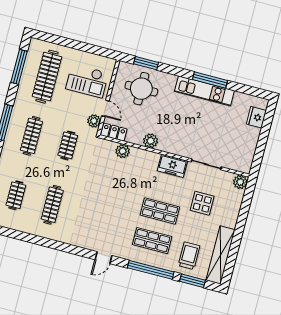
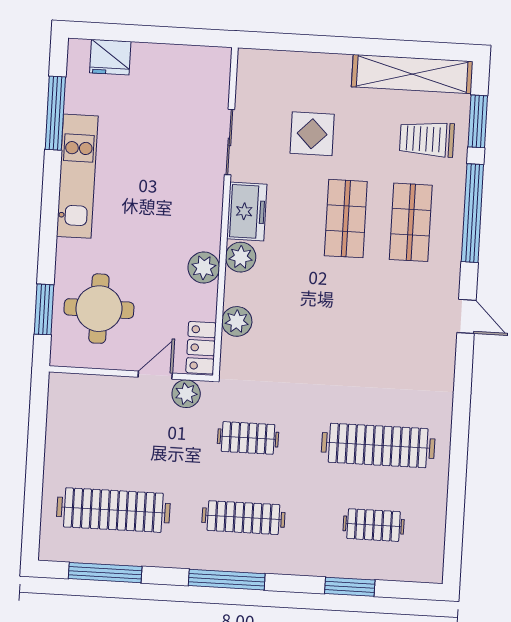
window: (210, 80) -> (55, 113), moved
checkout: (87, 81) -> (105, 425), removed
plant: (240, 182) -> (241, 257), moved
clothes rail: (52, 205) -> (378, 445), width x1.37, depth x1.31

